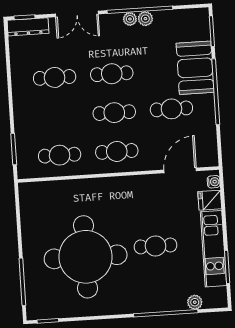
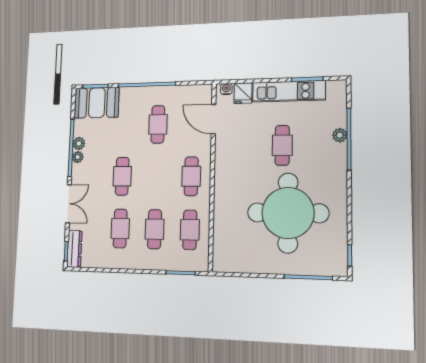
booth: (195, 68) -> (97, 103), moved
cafe table: (114, 113) -> (155, 229), moved
plant: (195, 302) -> (340, 135), moved

